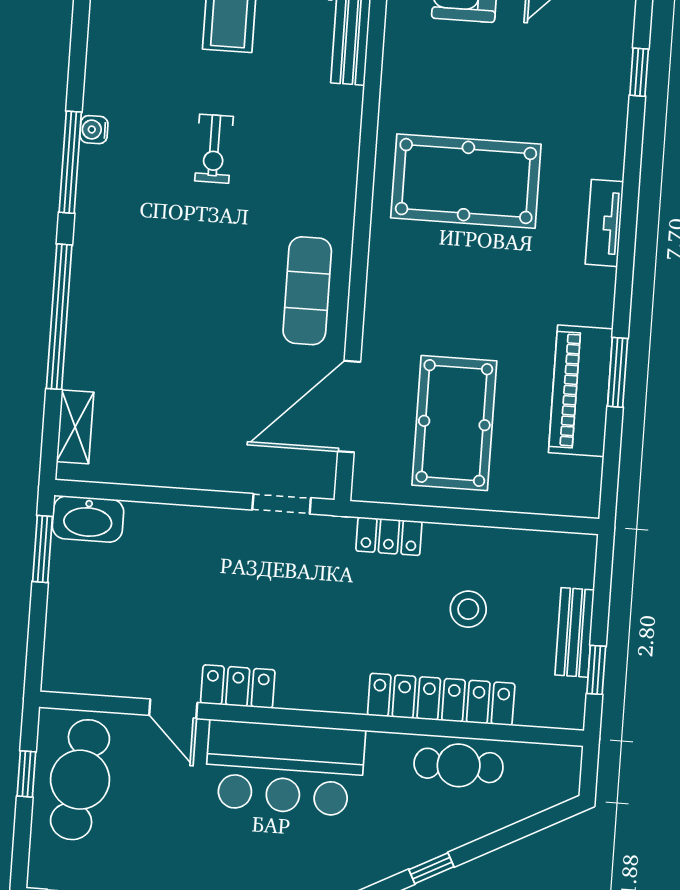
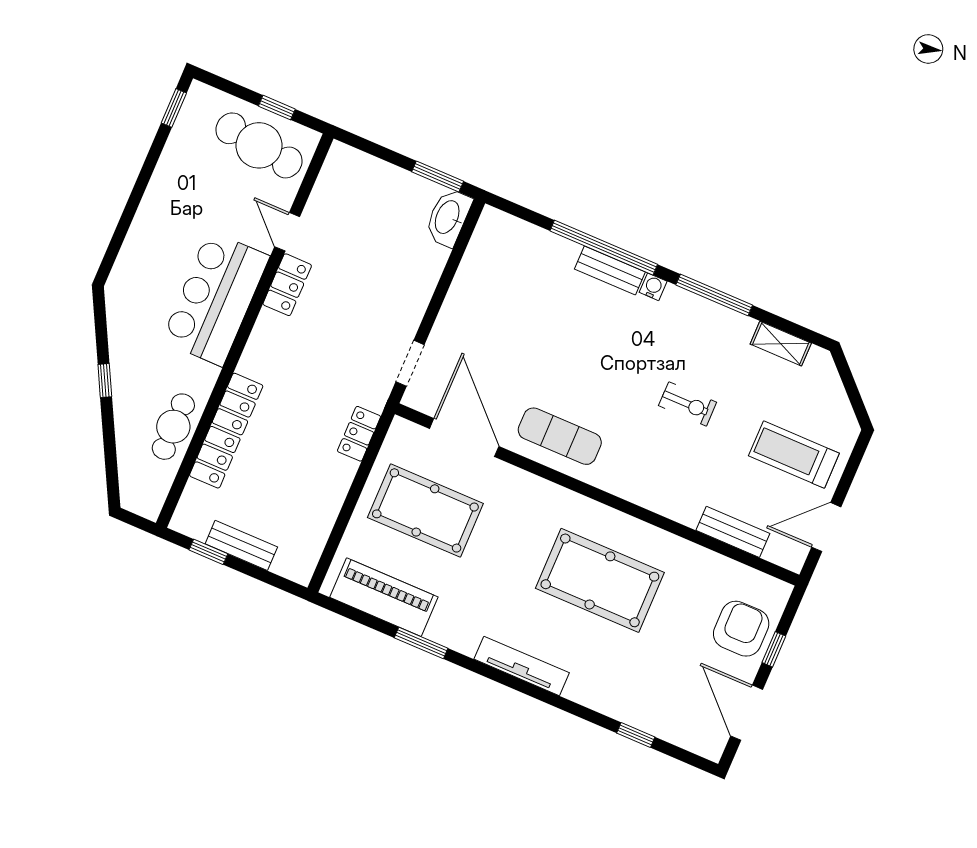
water cooler: (94, 130) -> (653, 287), moved
exercise bike: (214, 149) -> (688, 404), turned 180
pool table: (466, 181) -> (600, 580), turned 90
tv unit: (604, 223) -> (522, 666), width x1.41
bench: (84, 300) -> (610, 270), added
piano: (581, 391) -> (384, 597), moved
shelving: (75, 427) -> (781, 344), moved
stool: (468, 609) -> (285, 473), removed
door: (173, 709) -> (287, 232), hinge flipped

